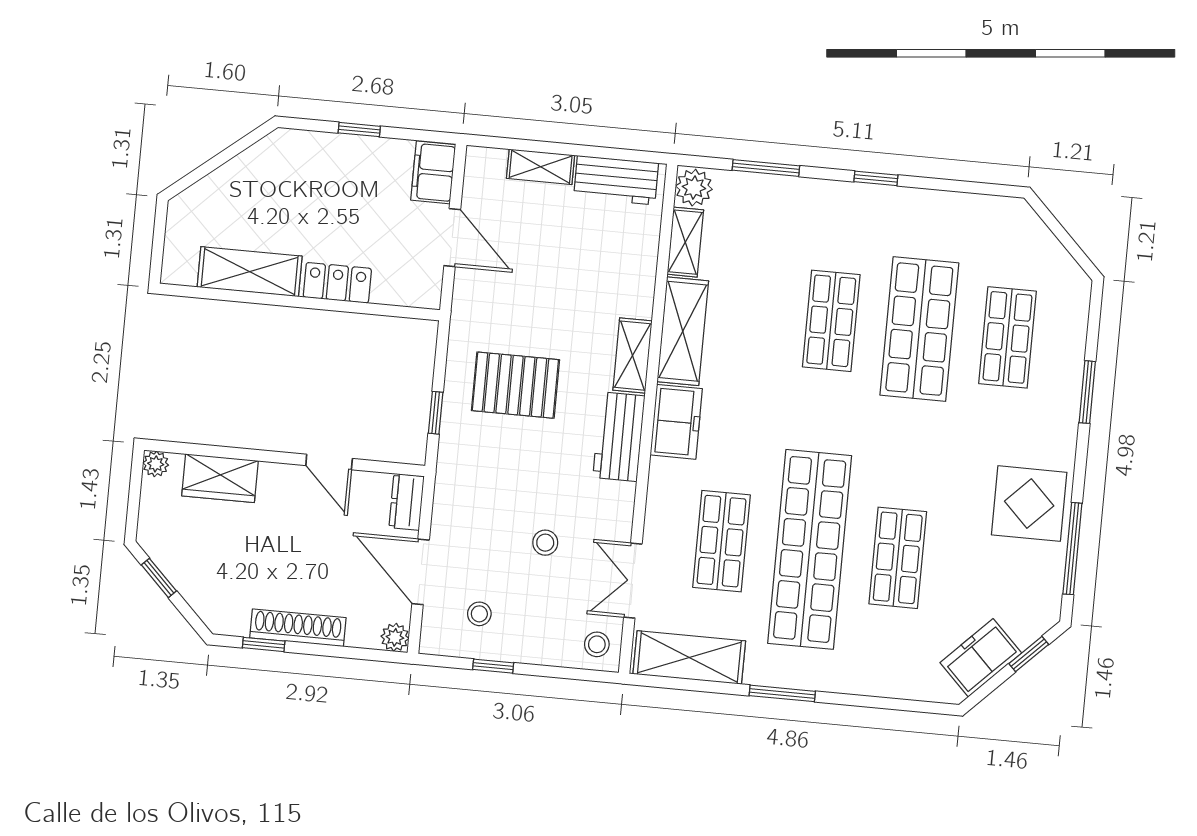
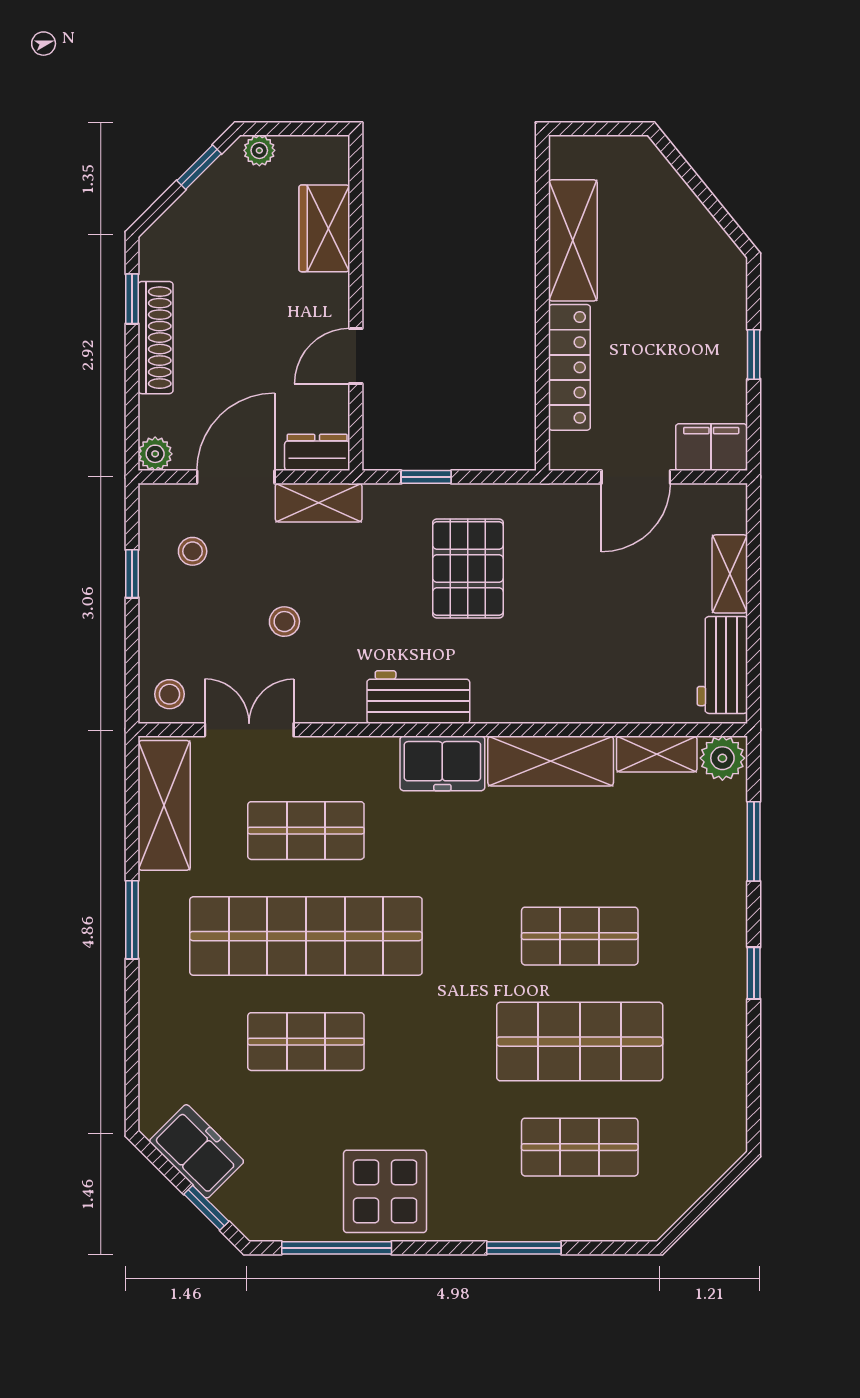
locker: (337, 283) -> (569, 367), width x1.53
shelving: (632, 356) -> (319, 503), moved
plant: (156, 464) -> (259, 150), moved

